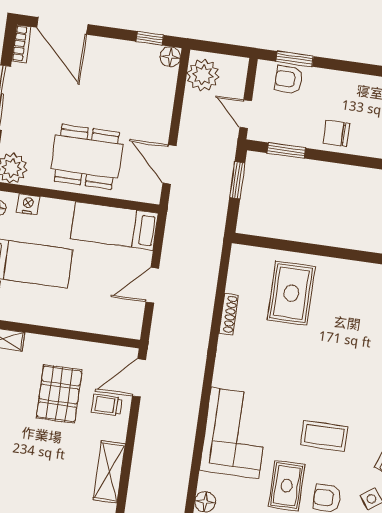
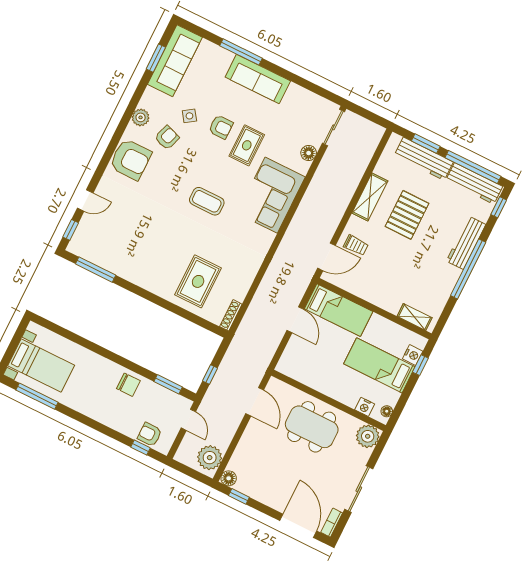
window: (295, 59) -> (141, 448), width x0.67
armchair: (289, 79) -> (150, 434), turned 180
window: (237, 180) -> (210, 374), width x0.67
bed: (114, 226) -> (339, 310), moved
door: (152, 285) -> (295, 320), hinge flipped
shoe rack: (228, 314) -> (231, 315), moved
pallet: (59, 394) -> (407, 215), moved
coffee table: (324, 436) -> (207, 201), moved

